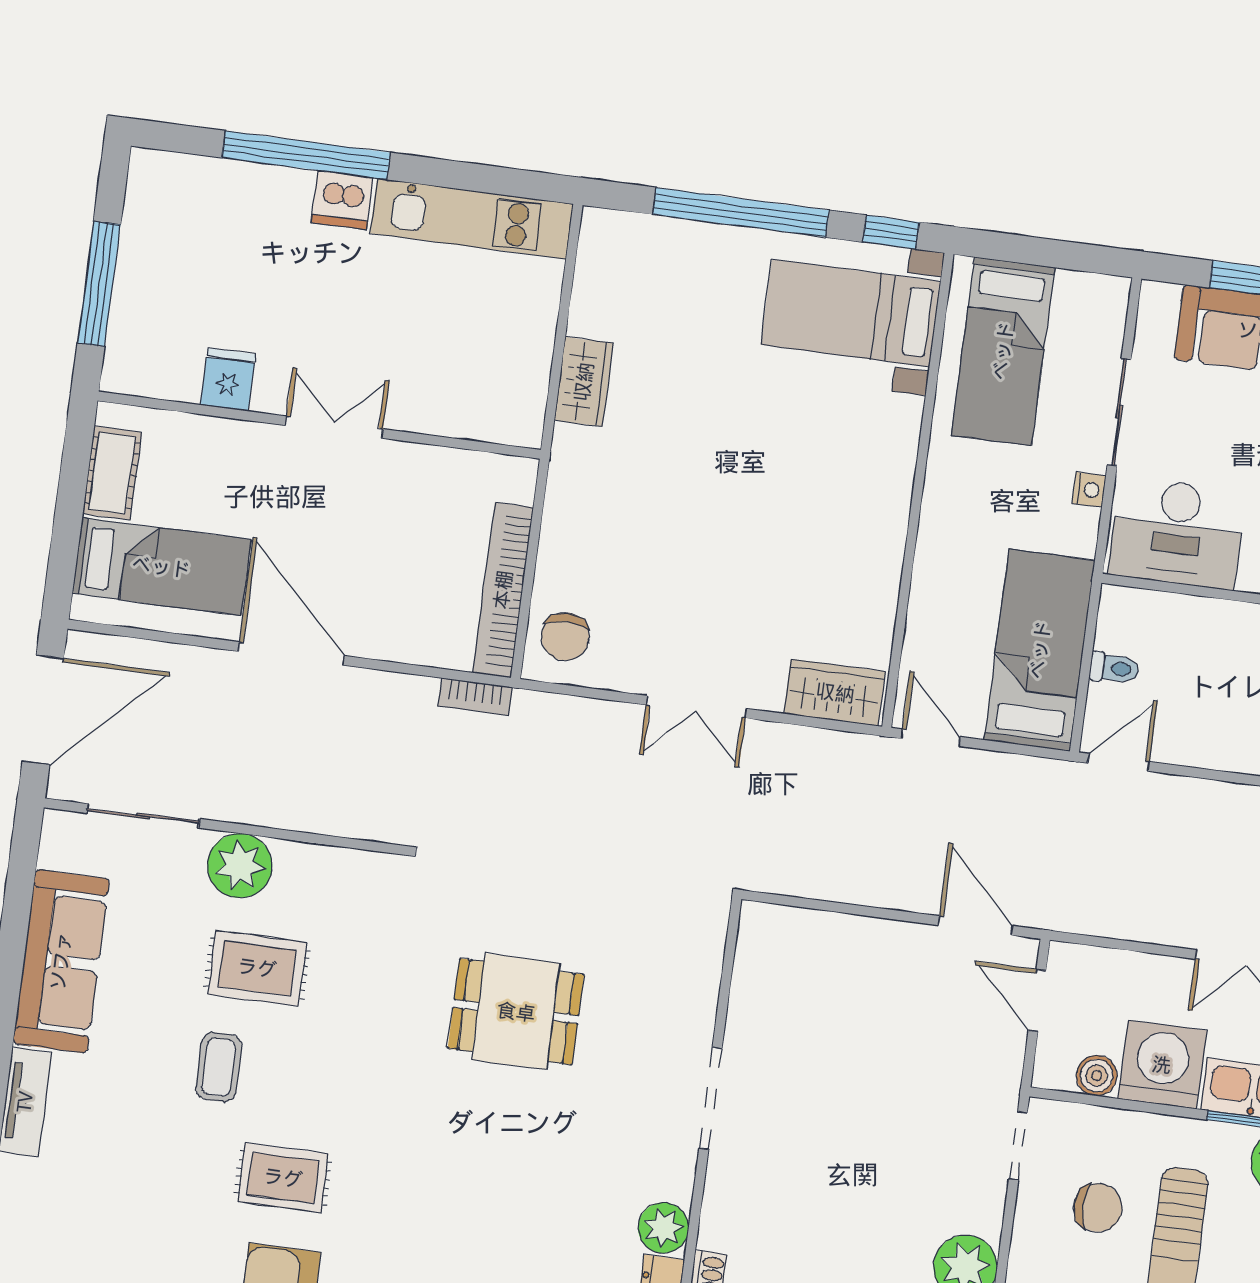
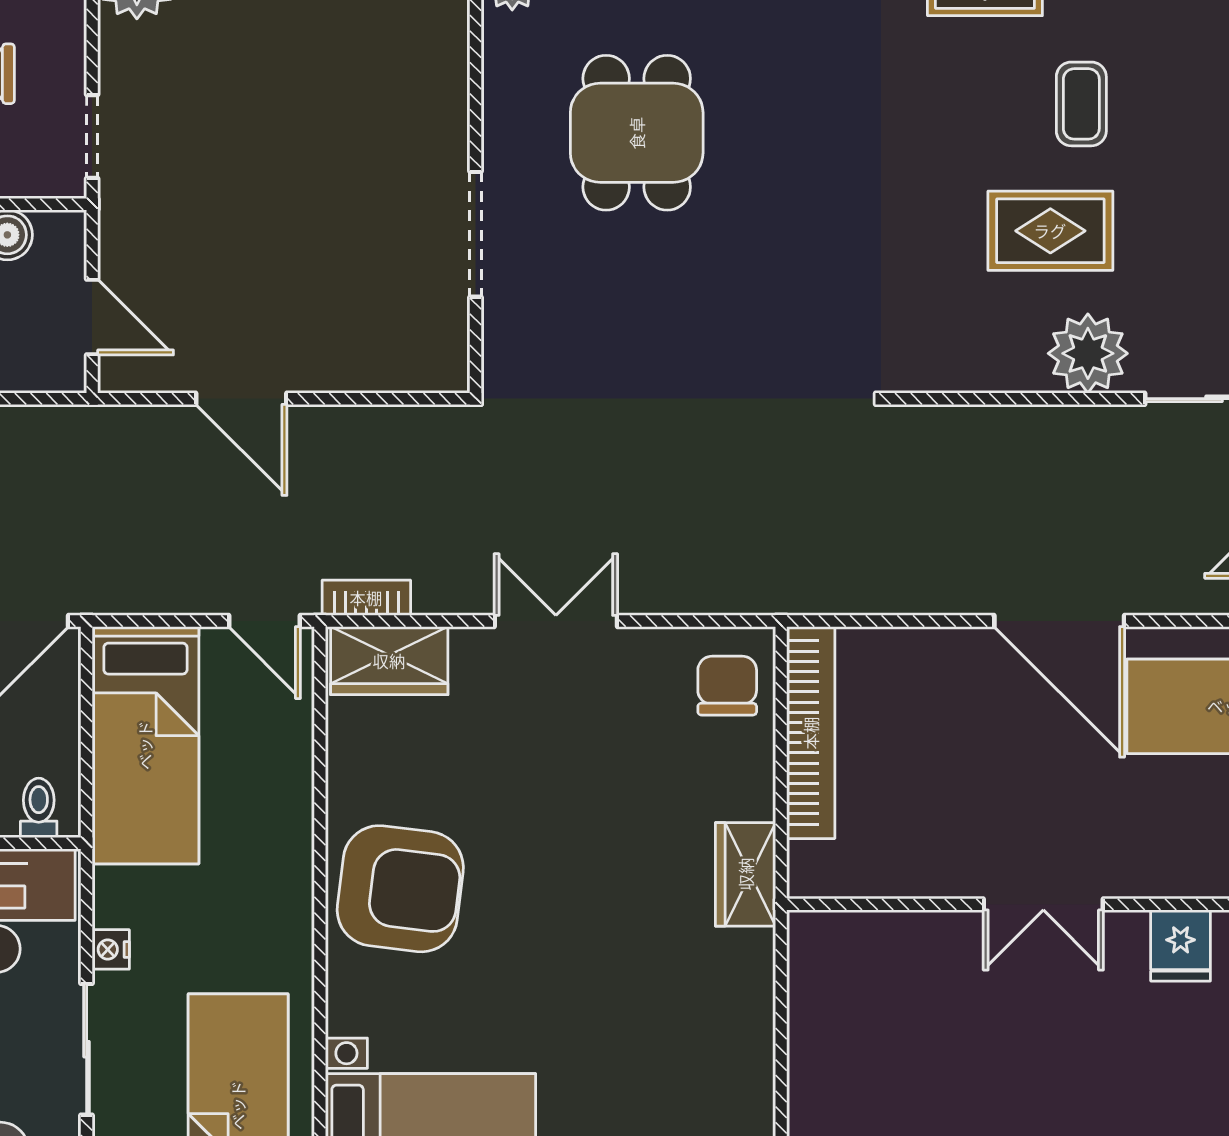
wardrobe: (584, 382) -> (746, 874), moved
armchair: (850, 508) -> (400, 889), added
toilet: (1114, 668) -> (39, 808), moved, turned 90
bookcase: (475, 697) -> (366, 598), moved
door: (975, 925) -> (241, 399), moved
dining table: (516, 1012) -> (637, 133), moved, turned 90
doorway: (710, 1098) -> (476, 234), moved

